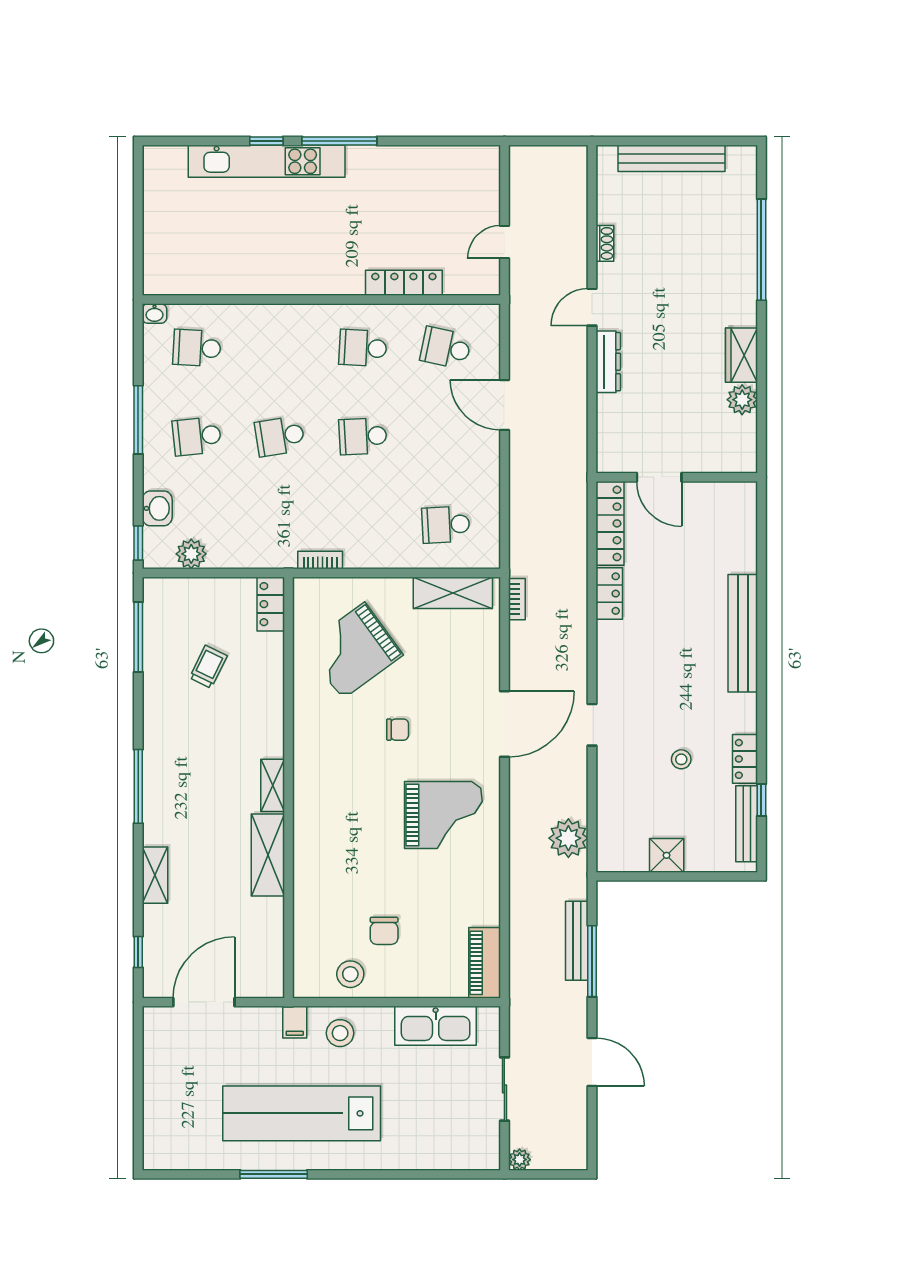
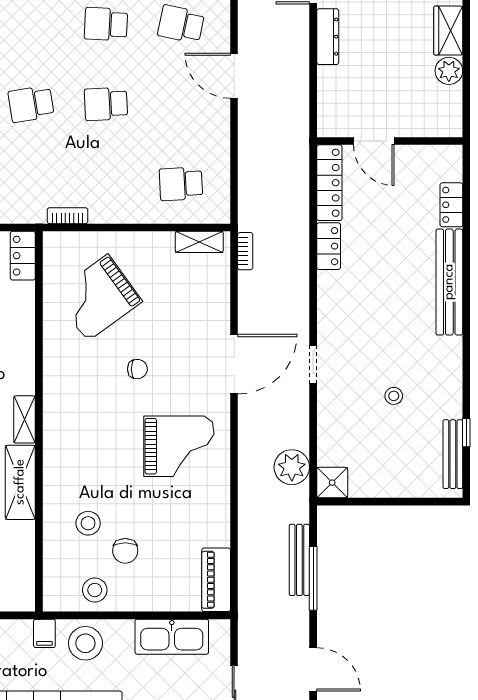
shelving: (453, 593) -> (199, 242), width x0.67, depth x0.75
locker: (745, 759) -> (451, 205), moved
shower: (667, 855) -> (332, 483), moved
stool: (343, 900) -> (88, 523), added
stool: (340, 1033) -> (85, 643), width x1.38, depth x1.38

